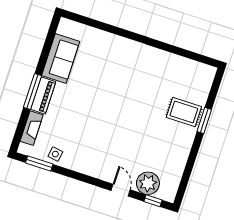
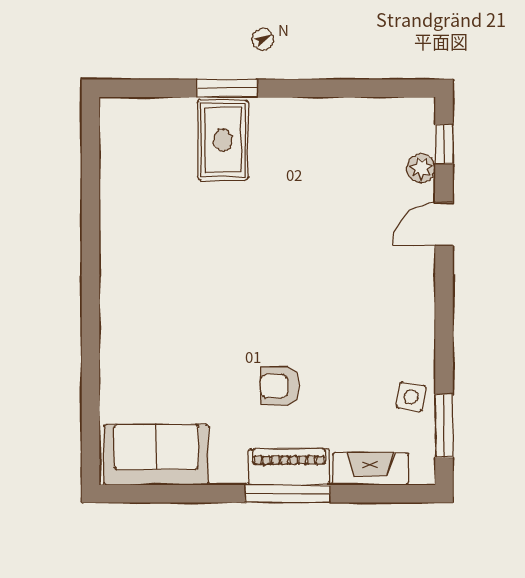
sofa: (61, 58) -> (156, 455), moved
armchair: (77, 102) -> (280, 386), added
plant: (148, 183) -> (421, 168), width x0.53, depth x0.53

